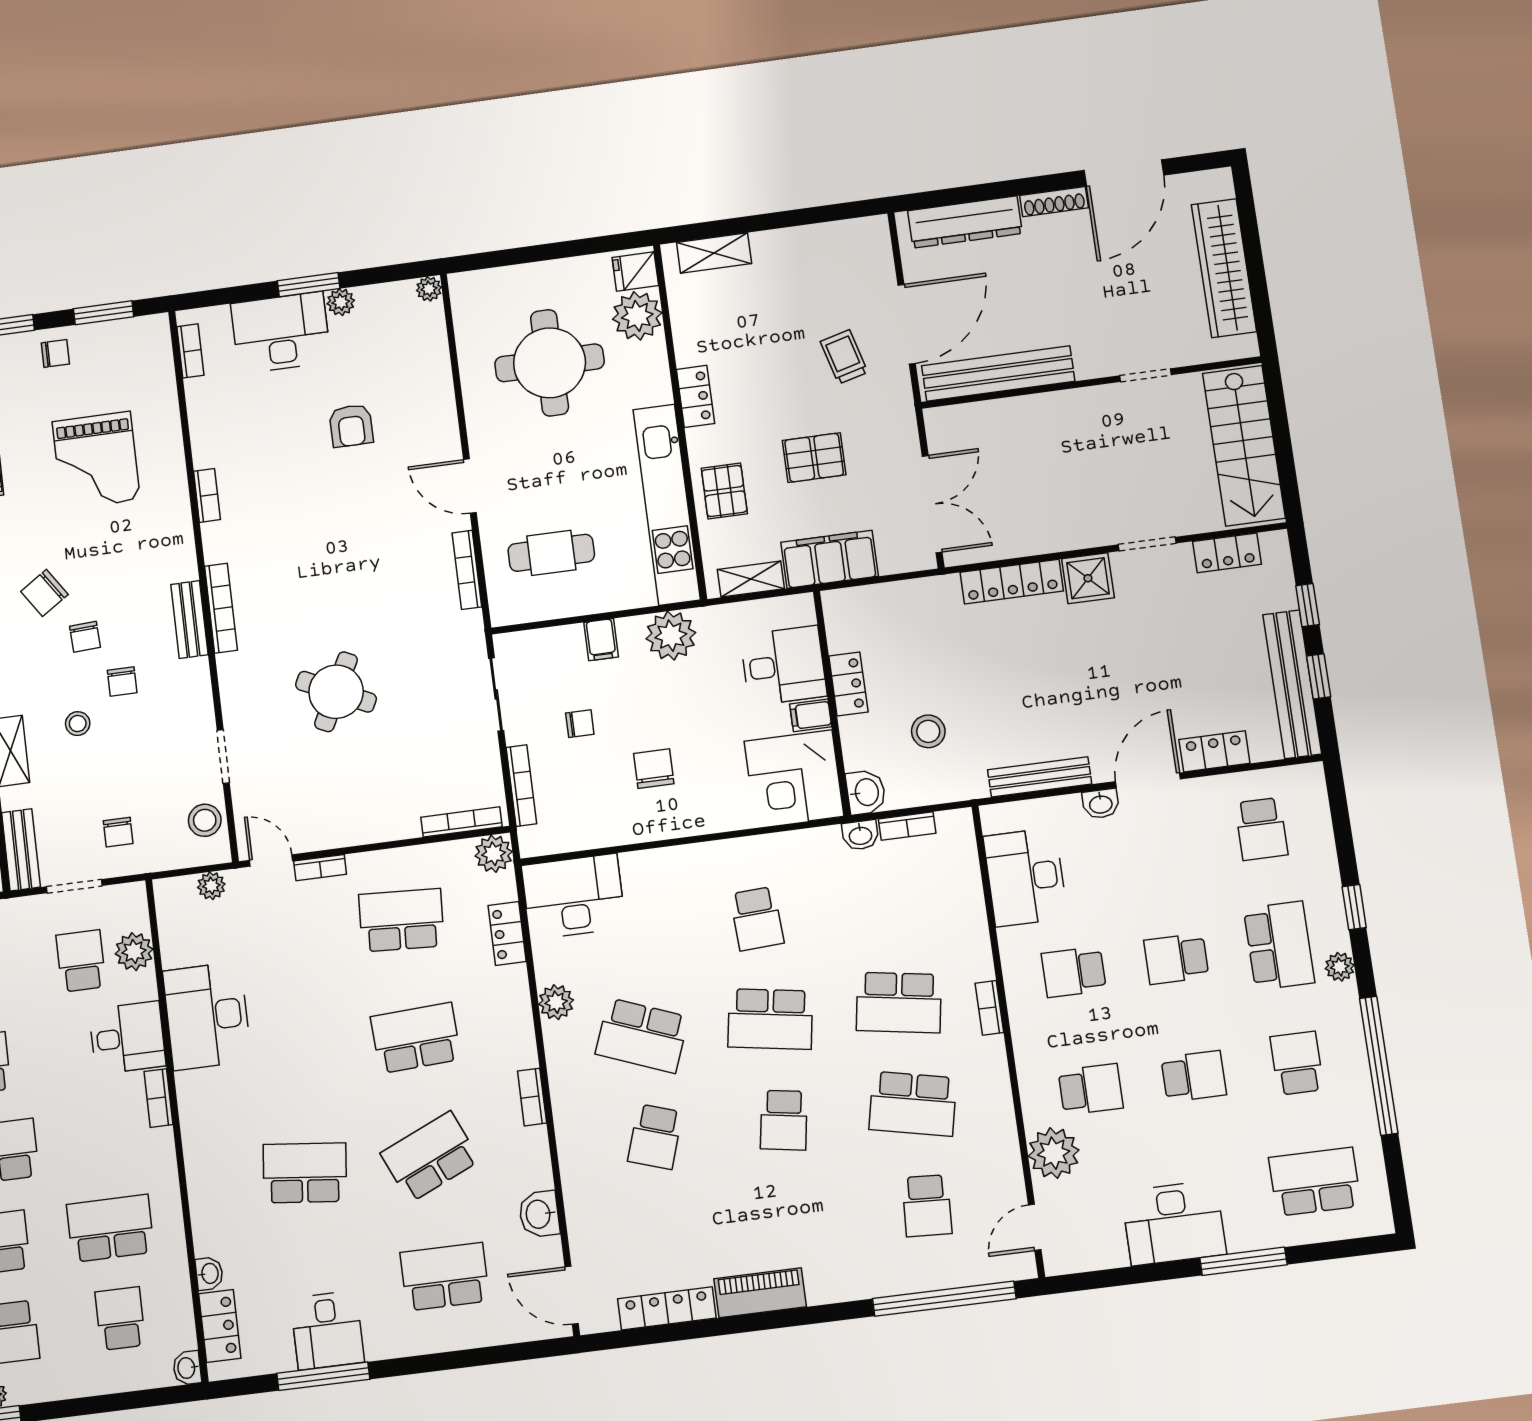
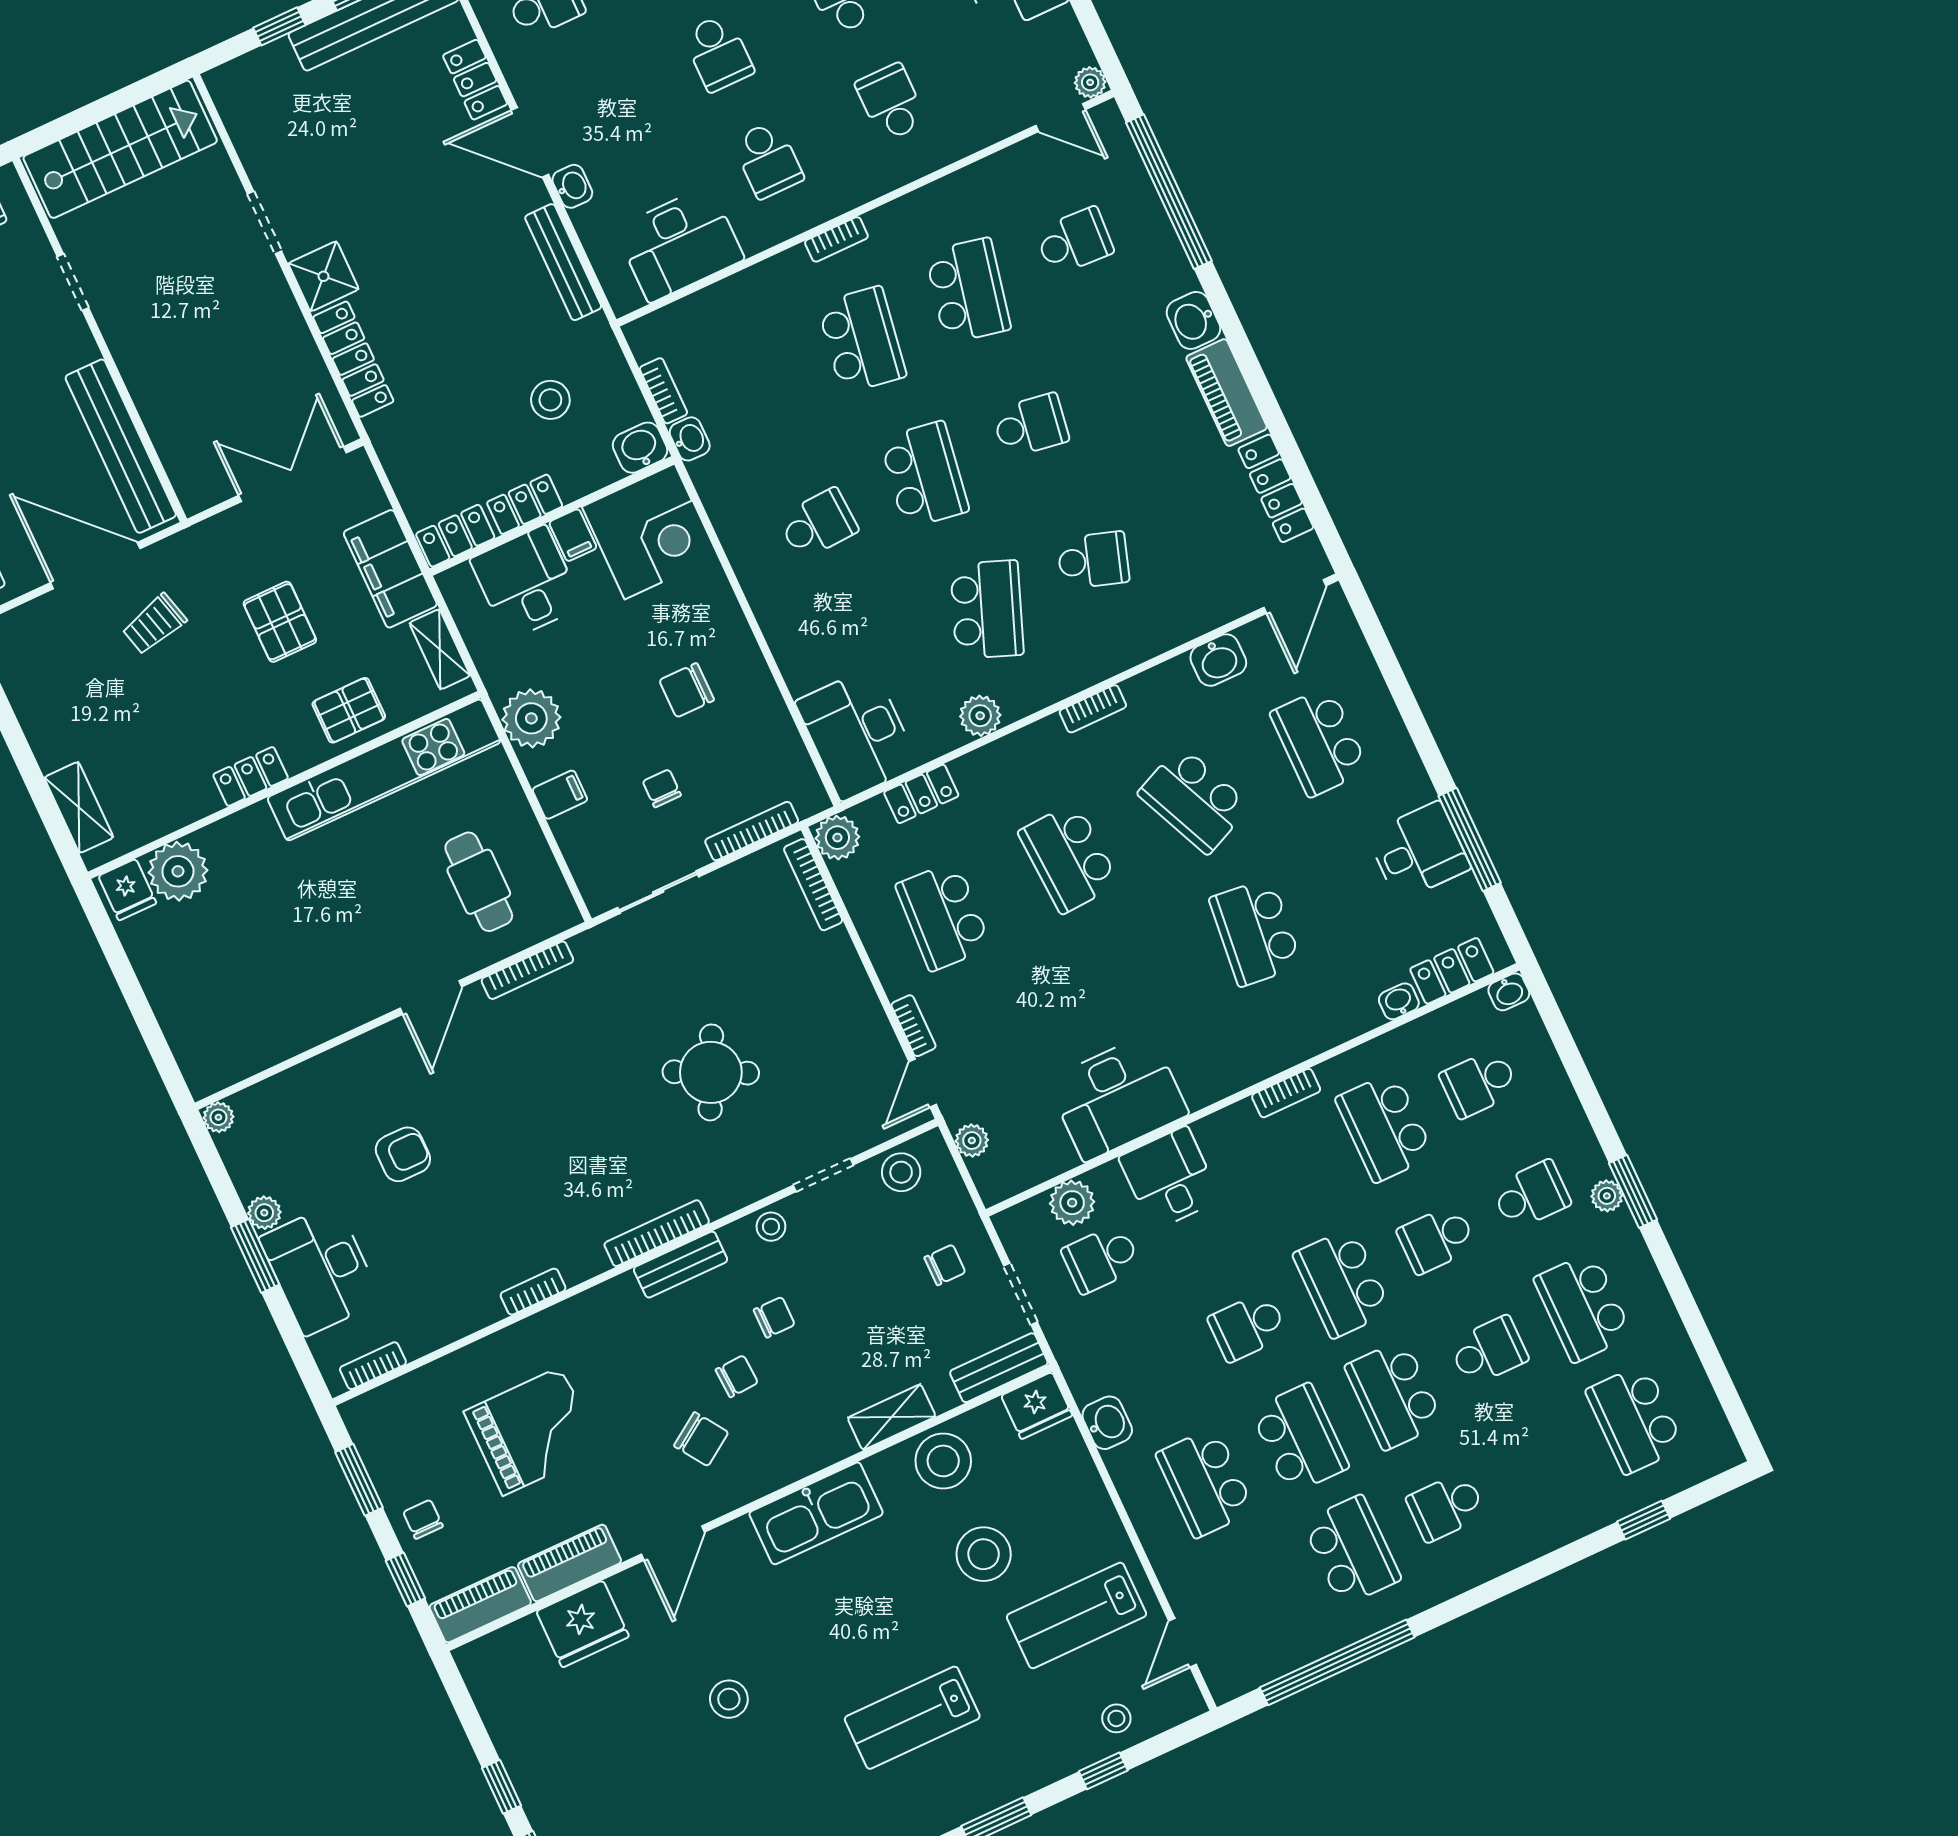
round table: (550, 363) -> (262, 953), removed
locker: (1227, 553) -> (455, 536), moved, turned -90
stool: (78, 724) -> (771, 1227), moved
bookcase: (158, 1098) -> (1286, 1093), moved
plant: (1054, 1153) -> (1090, 82), moved, width x0.53, depth x0.53
washbasin: (829, 1284) -> (1193, 320), added

